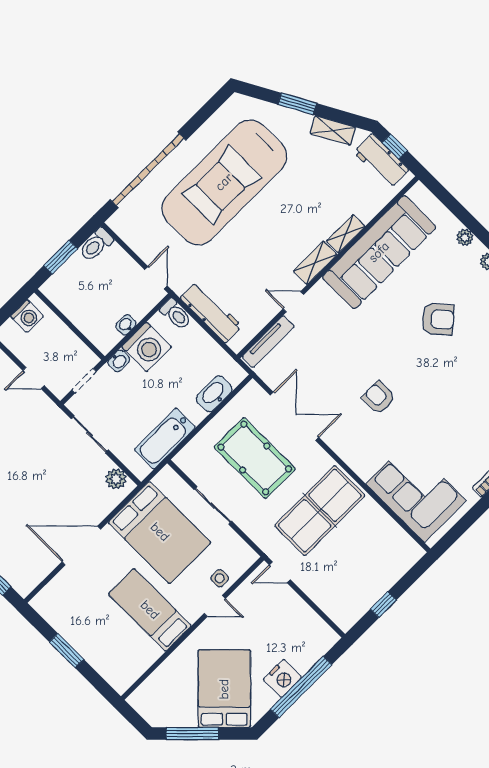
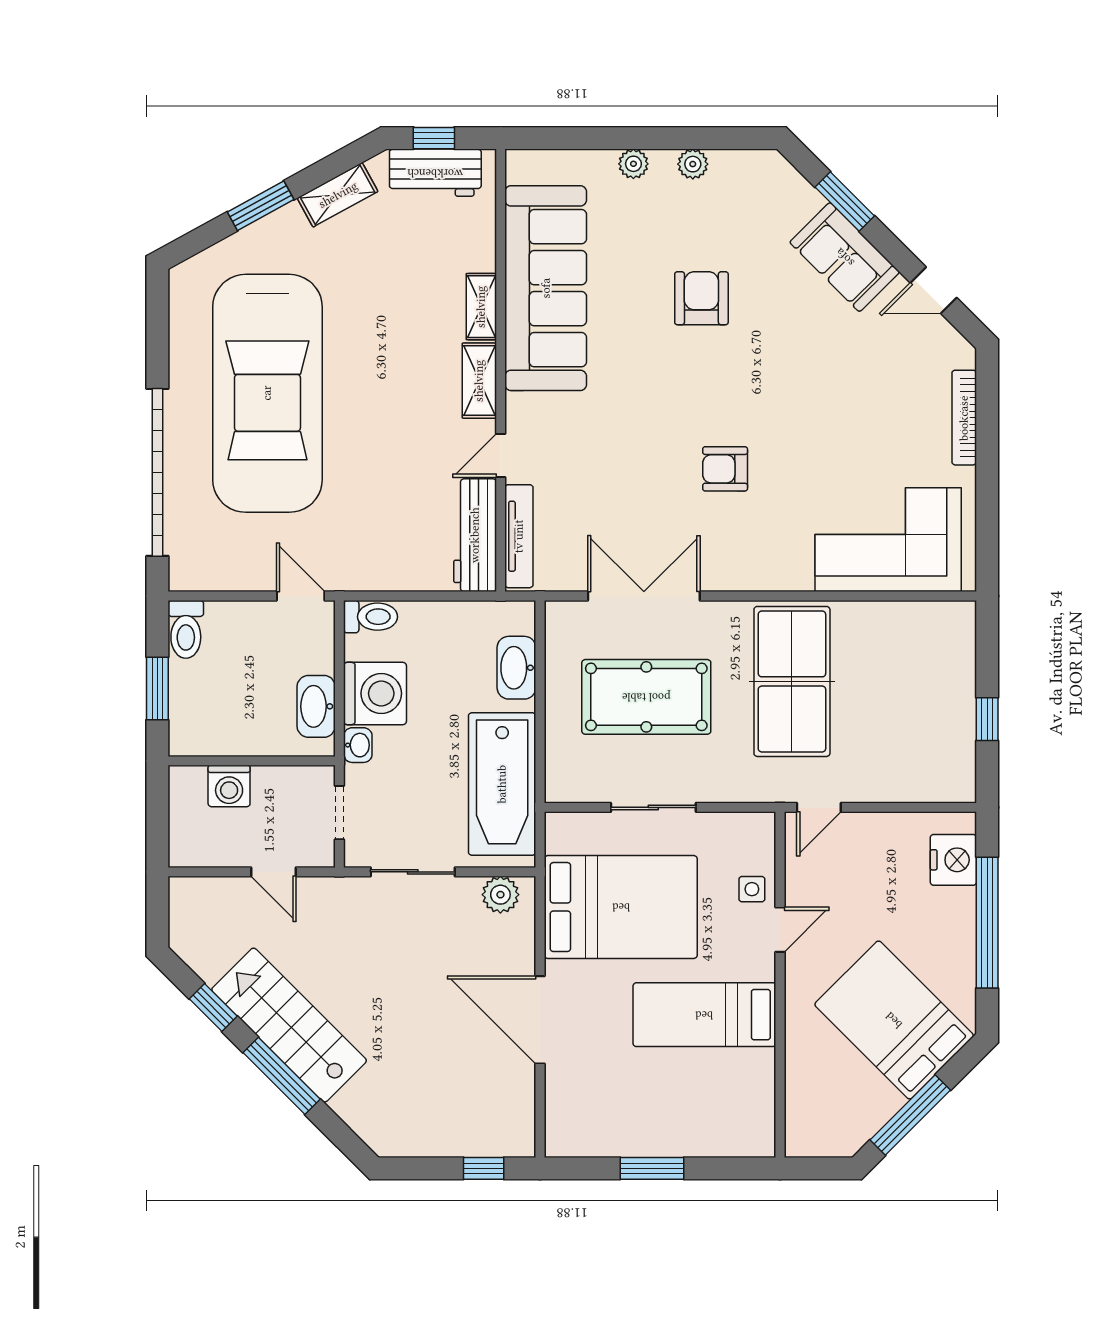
workbench: (211, 312) -> (475, 535), moved, turned -90
washing machine: (27, 316) -> (229, 786), moved, turned 90
armchair: (438, 319) -> (701, 298), turned -49
washbasin: (126, 325) -> (316, 706), width x1.91, depth x1.45
door: (33, 378) -> (273, 872), hinge flipped
bathtub: (165, 439) -> (502, 784), width x1.36, depth x1.36
door: (81, 545) -> (540, 1020), hinge flipped
nightstand: (282, 678) -> (953, 860), moved

